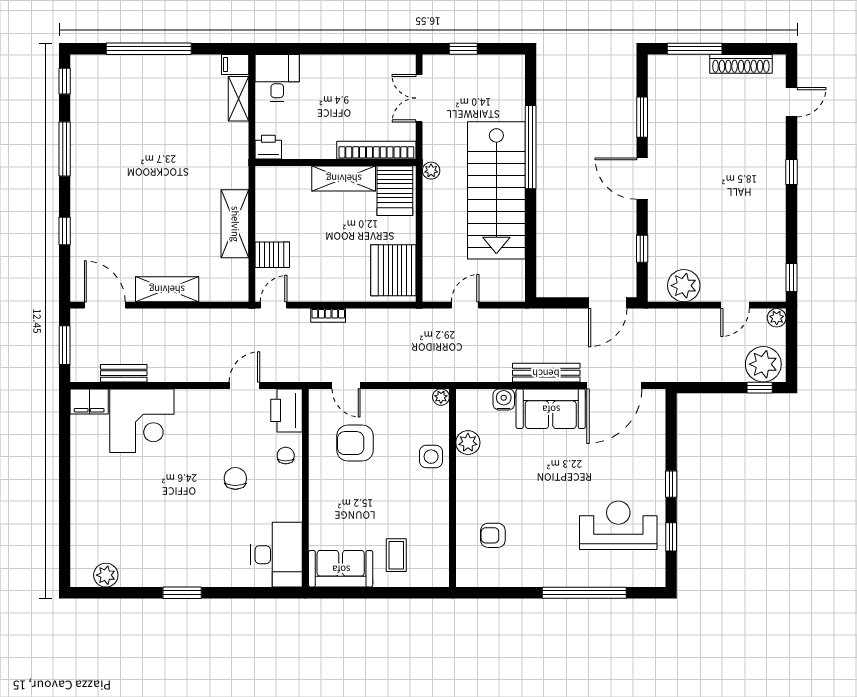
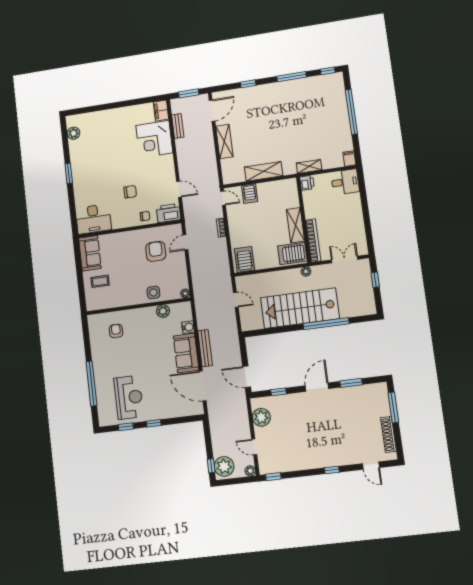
shelving: (238, 99) -> (309, 166), moved
server rack: (393, 270) -> (244, 259), width x0.62

